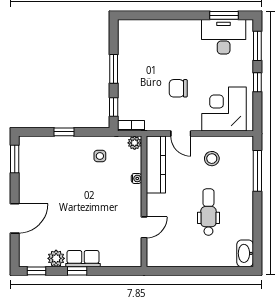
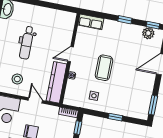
plant: (135, 143) -> (68, 100), removed
coffee table: (93, 198) -> (104, 68), added
door: (144, 227) -> (71, 54), moved
plant: (56, 258) -> (148, 33), moved
row of seats: (83, 259) -> (91, 22), moved

